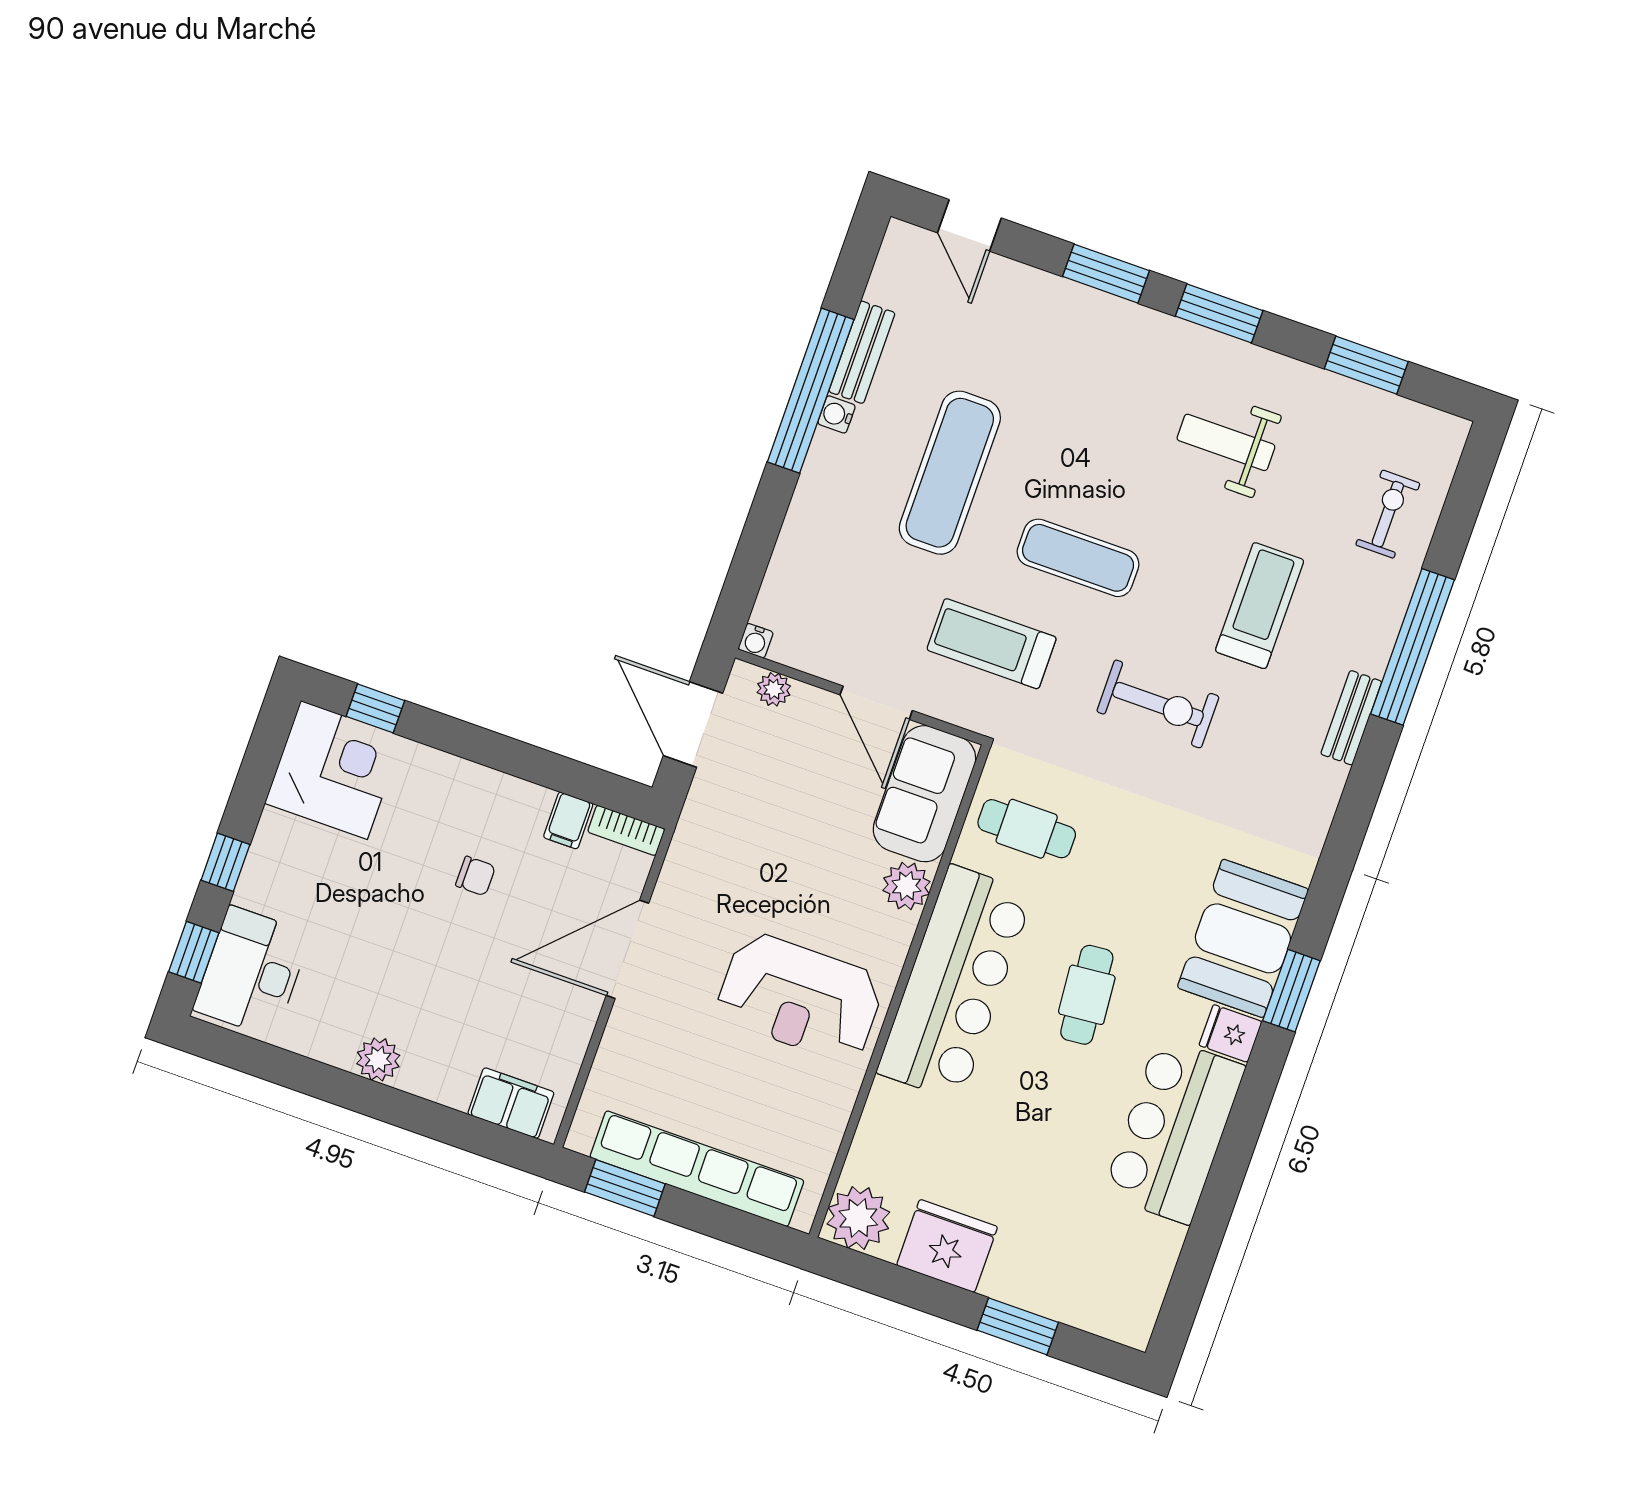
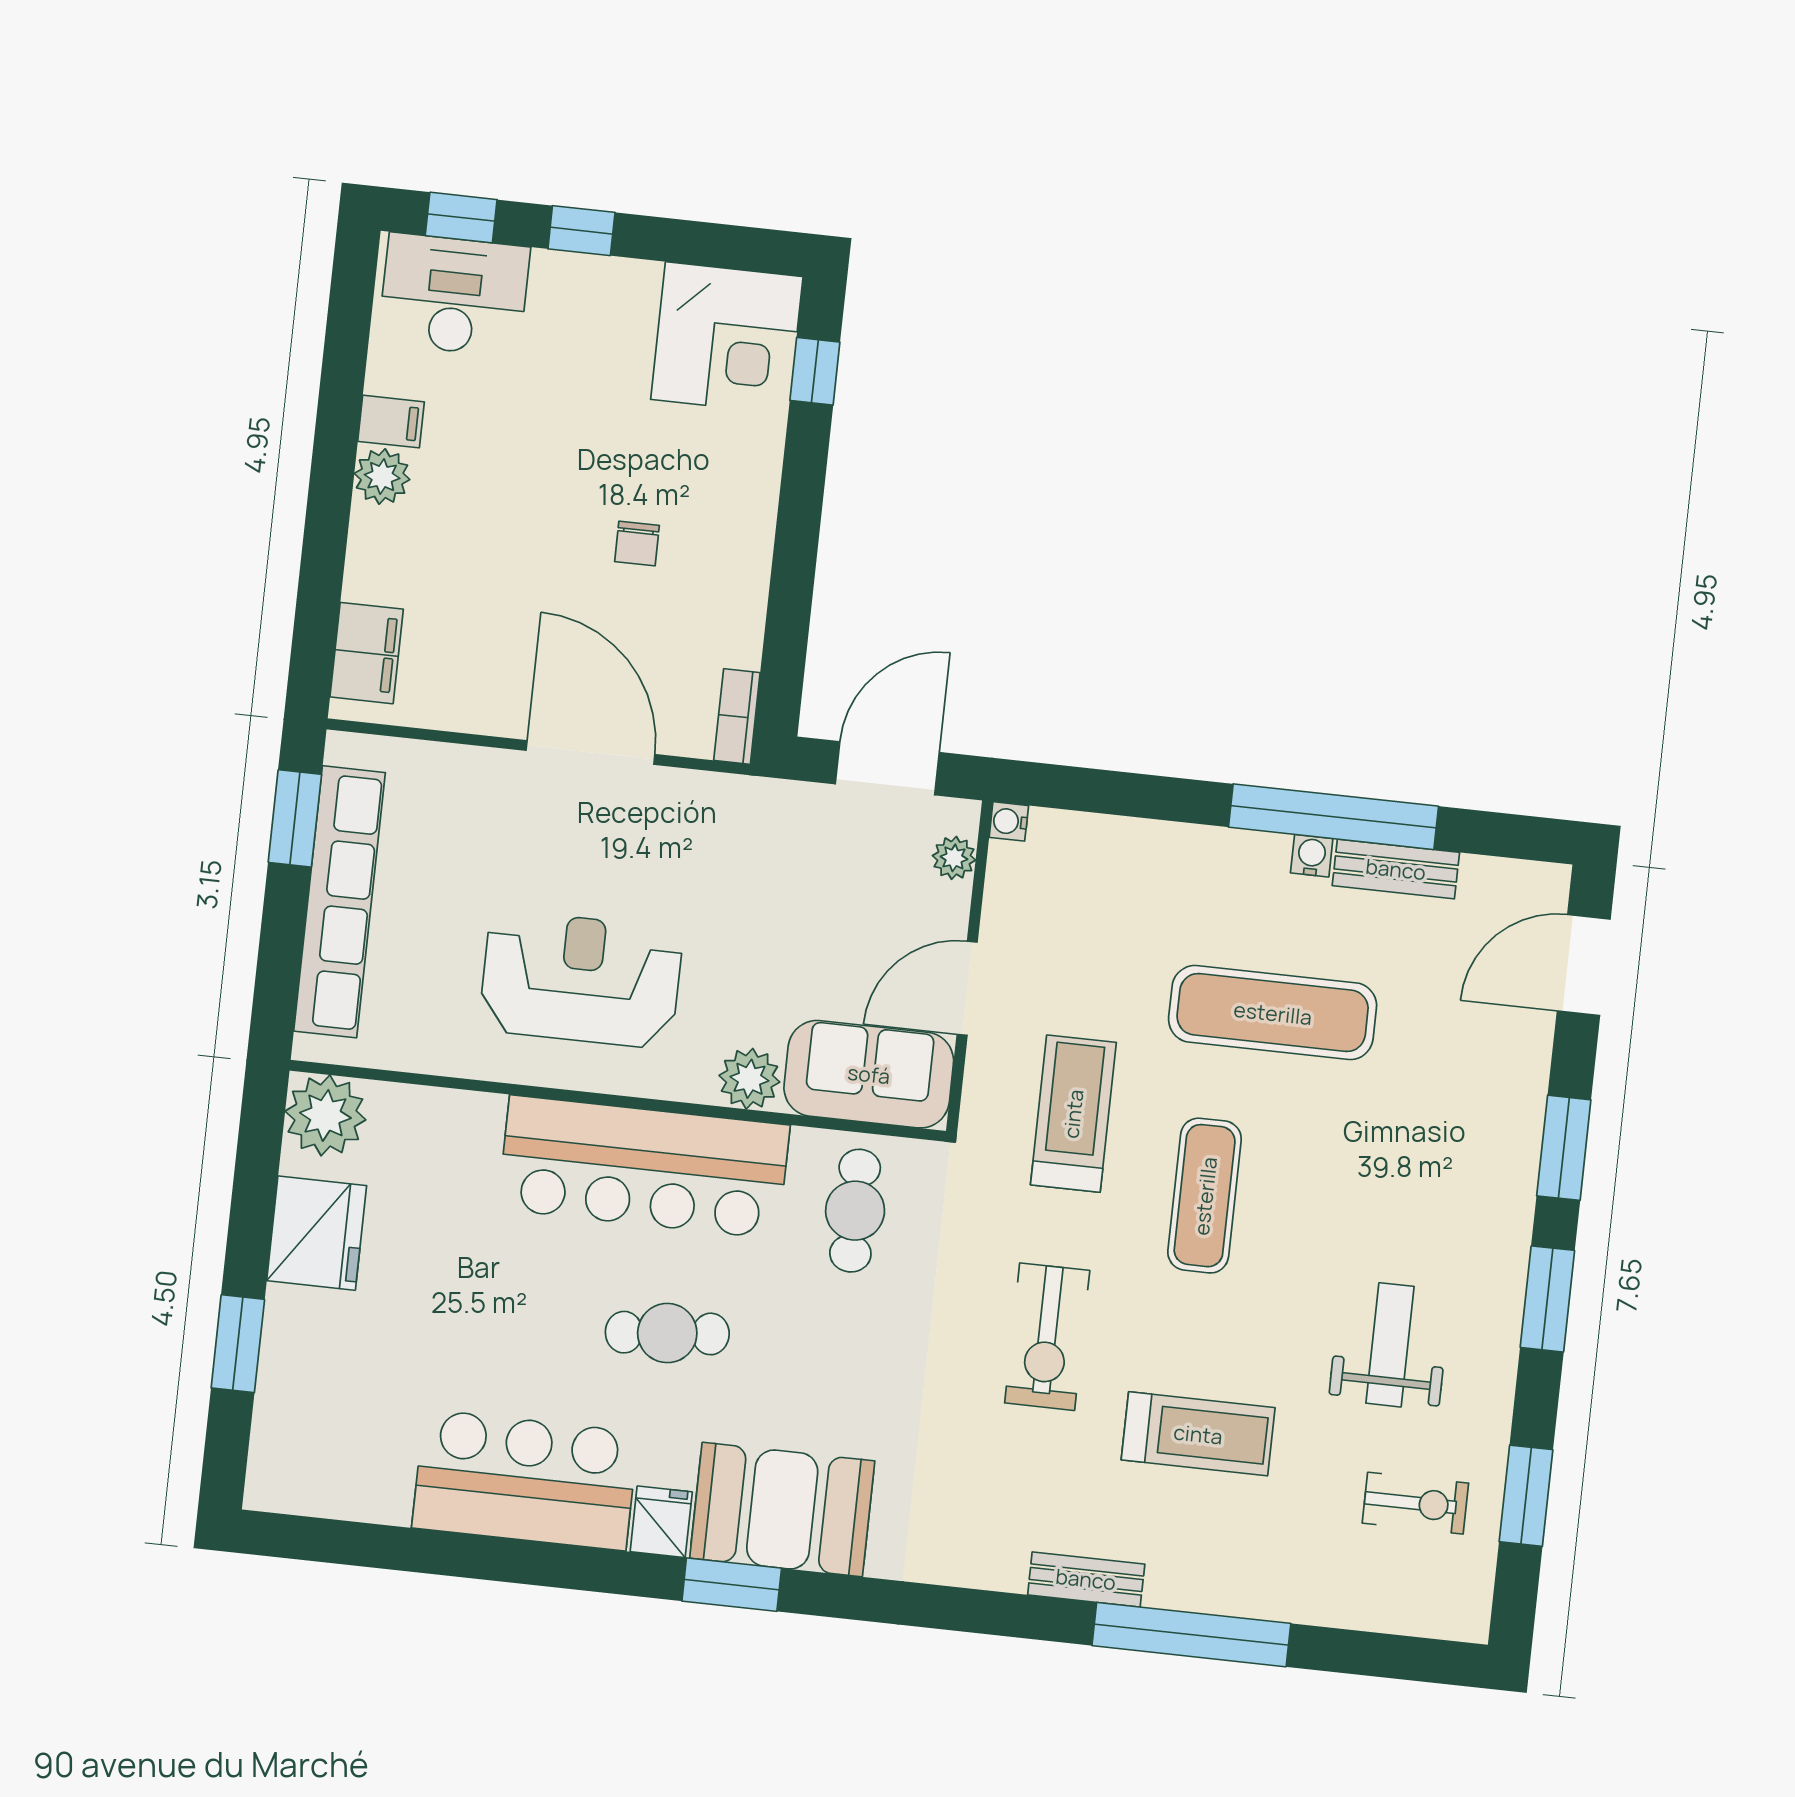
door: (969, 225) -> (1584, 965), width x1.38
exercise bike: (1388, 514) -> (1415, 1503), moved
filing cabinet: (568, 820) -> (391, 422), moved, turned 180
reception desk: (800, 997) -> (581, 979), turned 90

